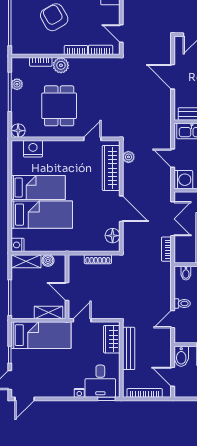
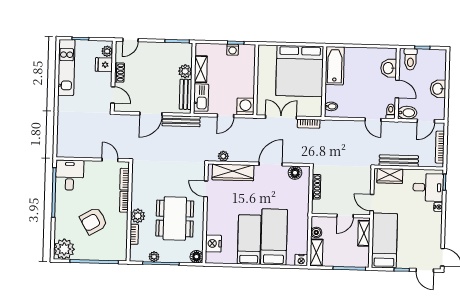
door: (121, 33) -> (110, 160), swing flipped
dining table: (59, 106) -> (175, 219), width x1.37
bench: (165, 110) -> (181, 121), added
toilet: (182, 303) -> (391, 111), moved

